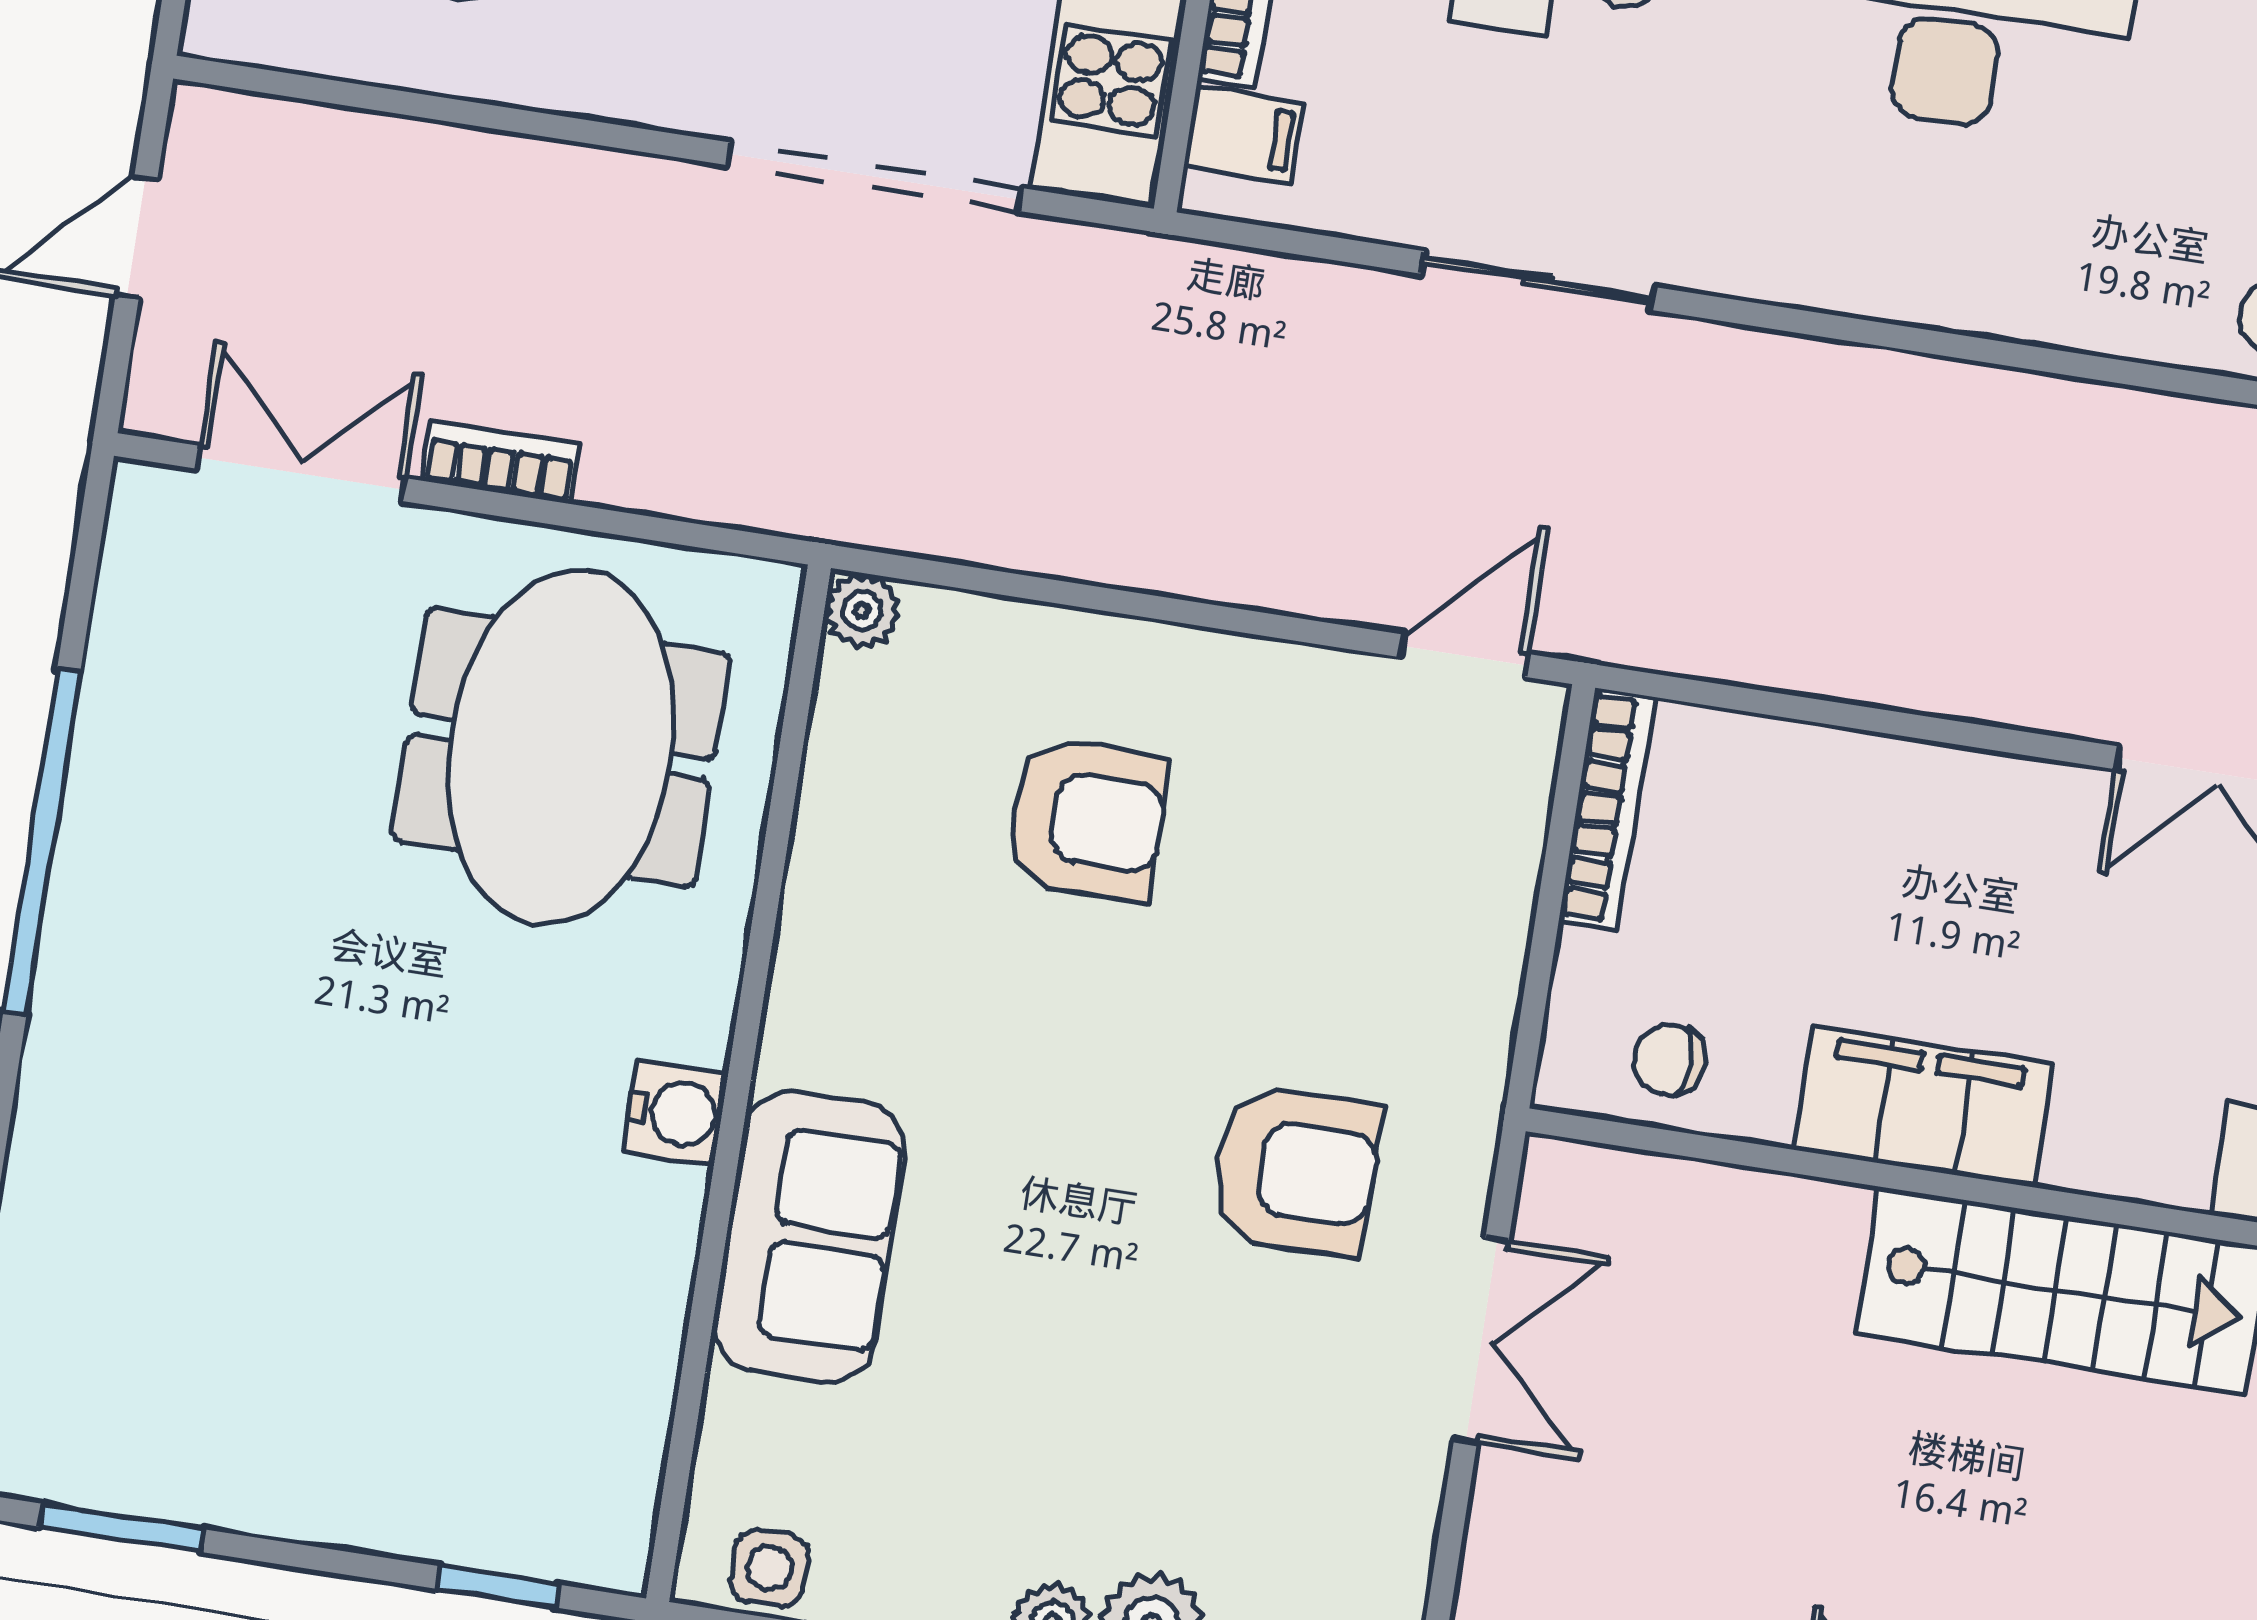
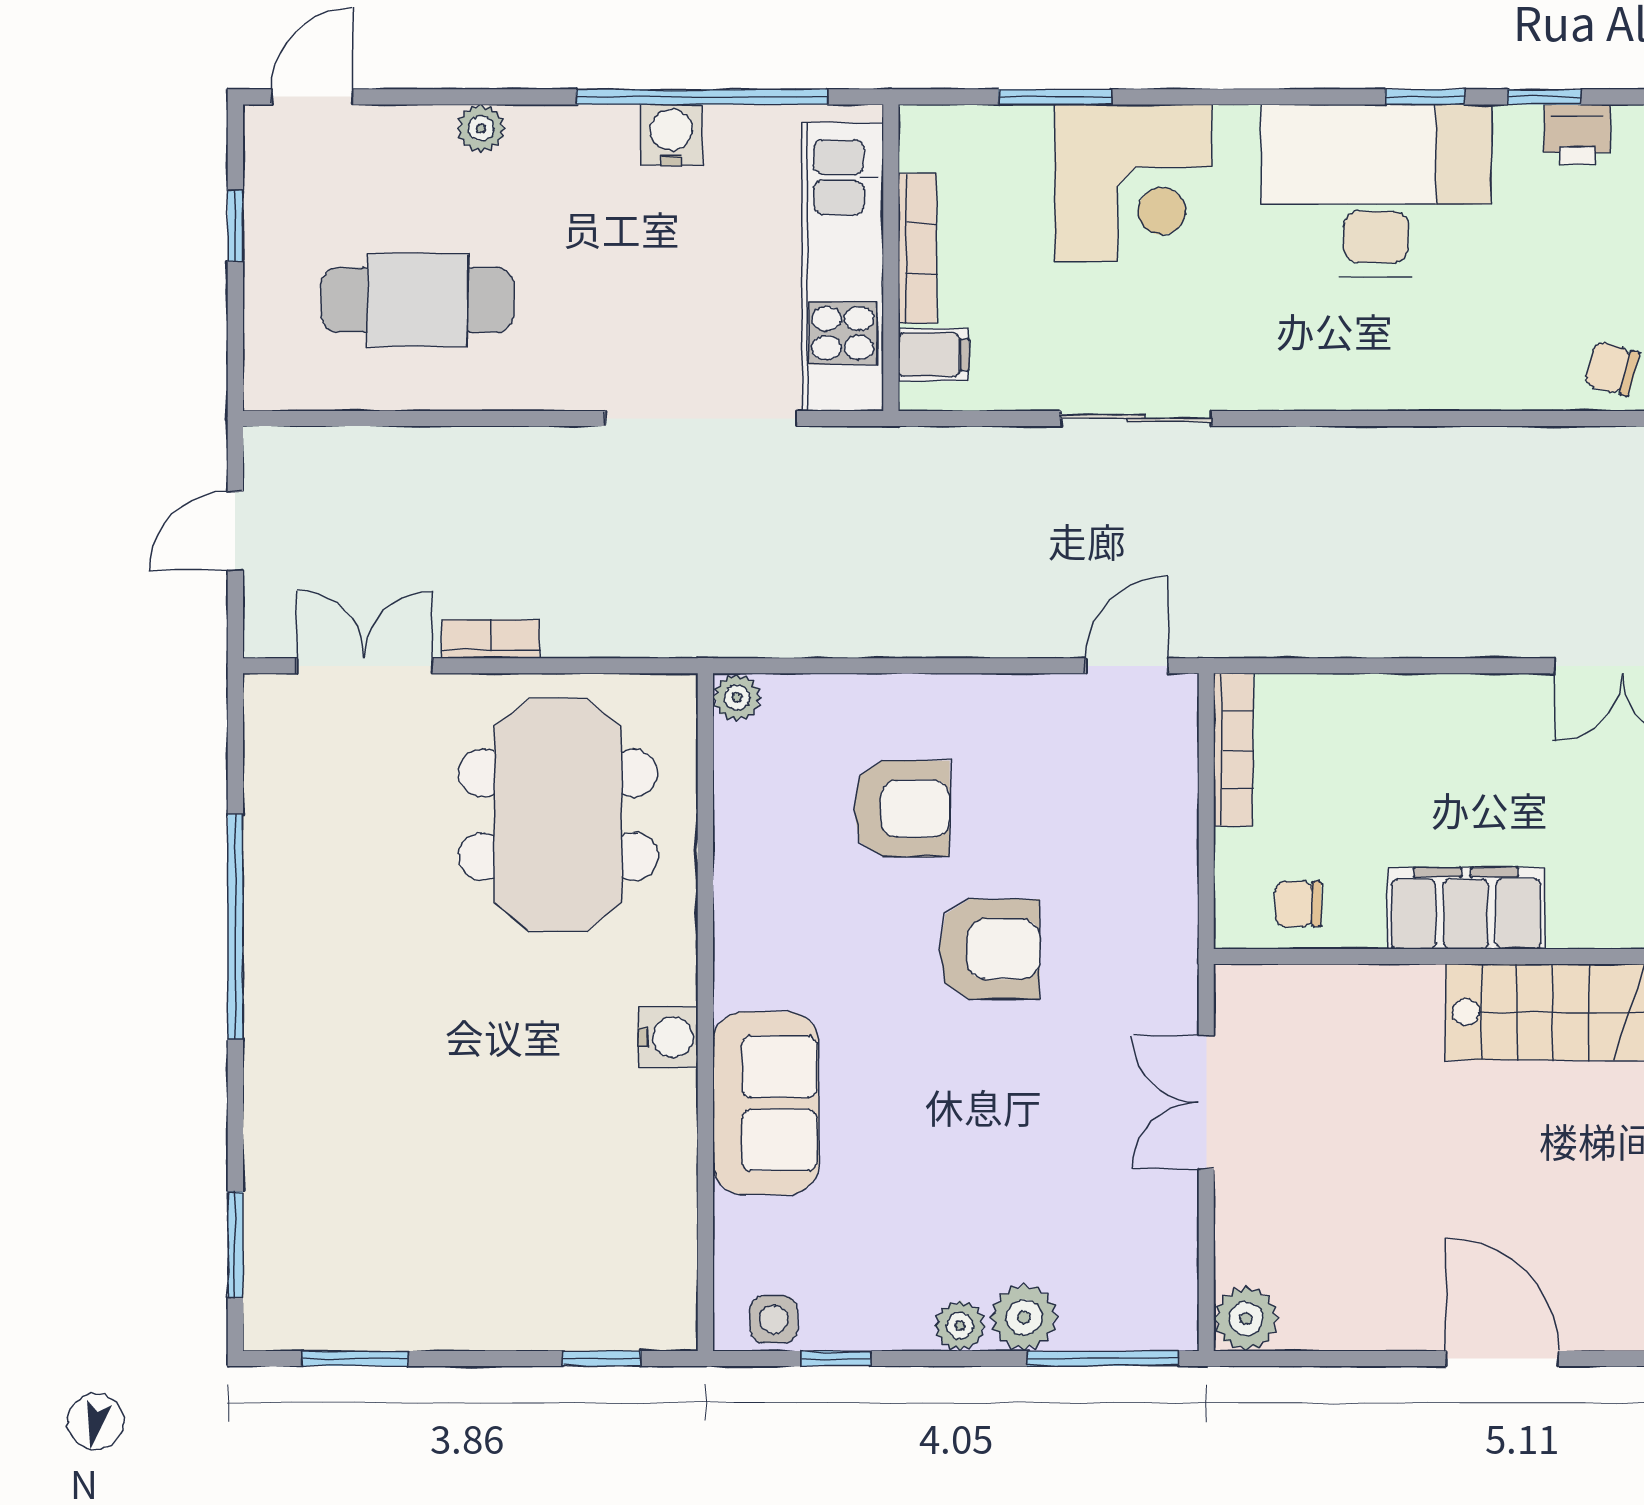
armchair: (1295, 1171) -> (989, 949), moved
double door: (1481, 1341) -> (1206, 1102), swing flipped

